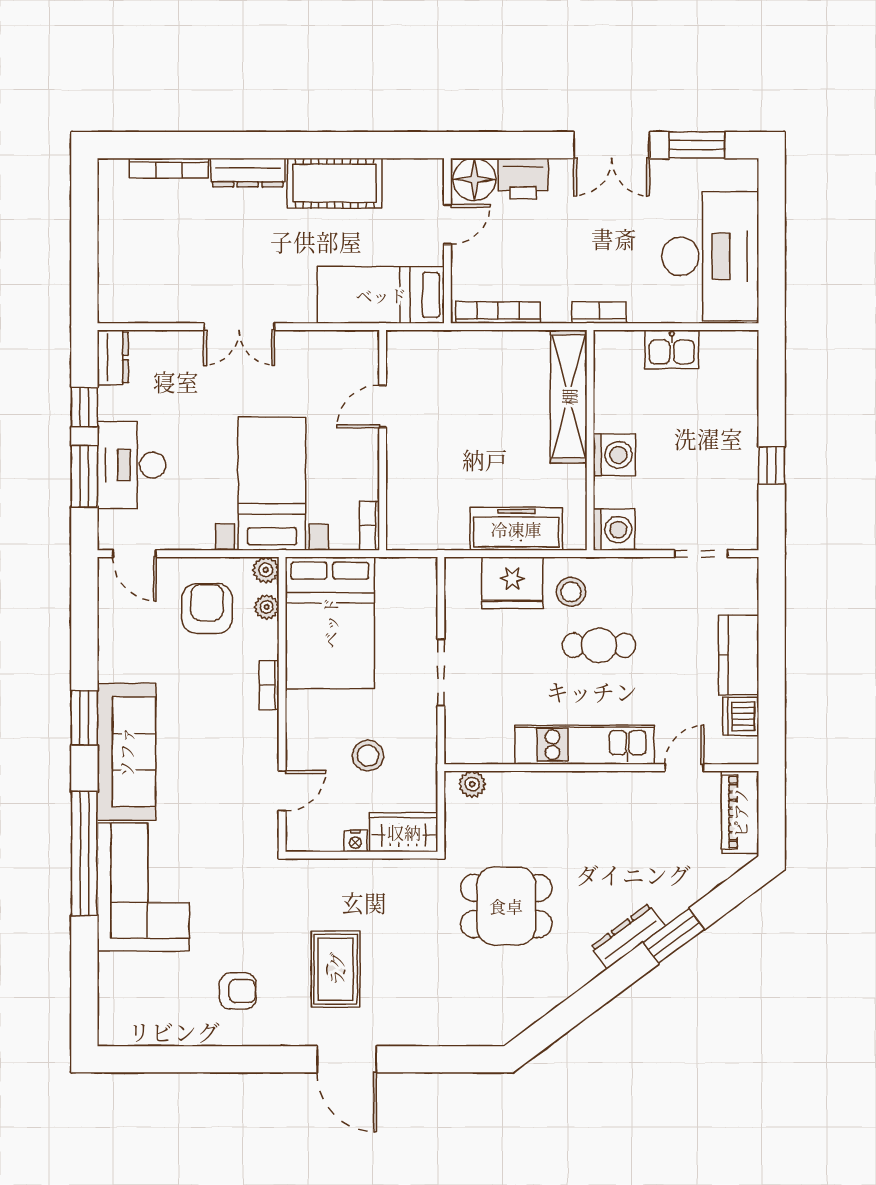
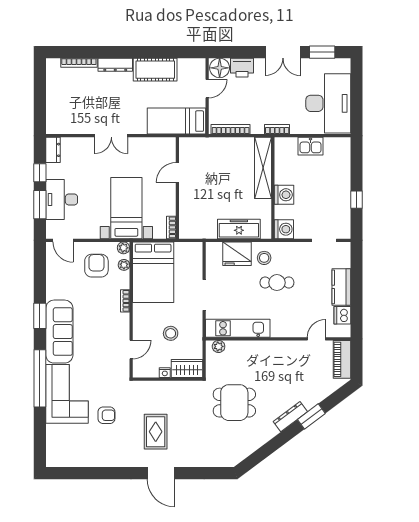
kitchen unit: (585, 745) -> (238, 328), moved
armchair: (238, 991) -> (106, 415), moved

